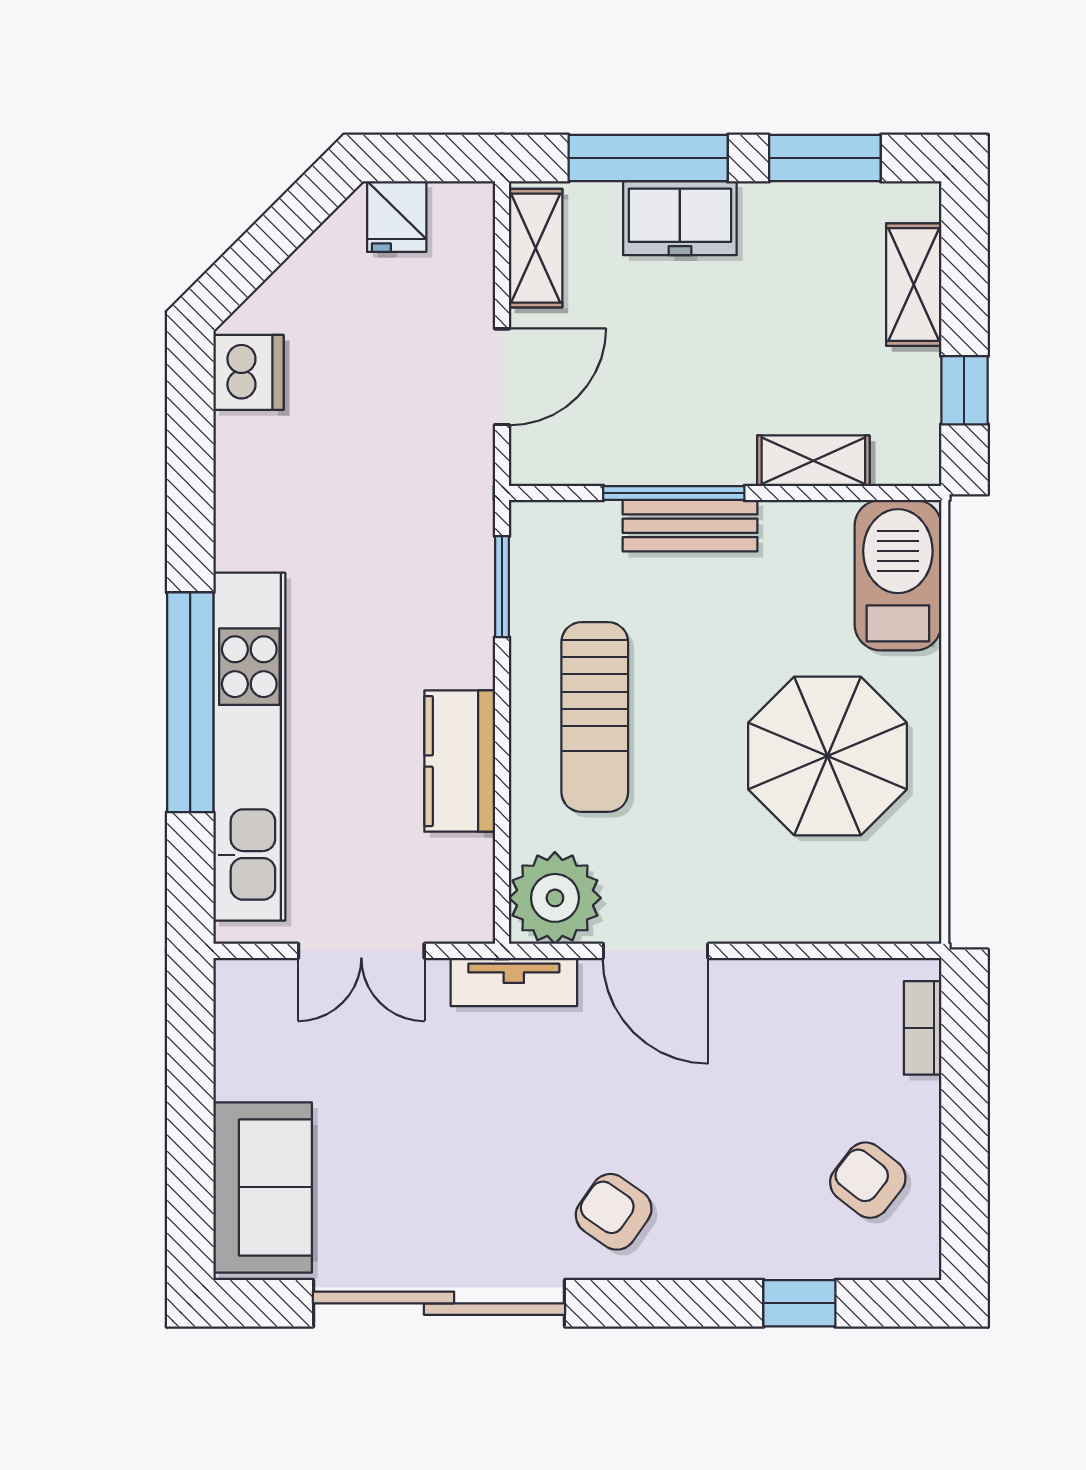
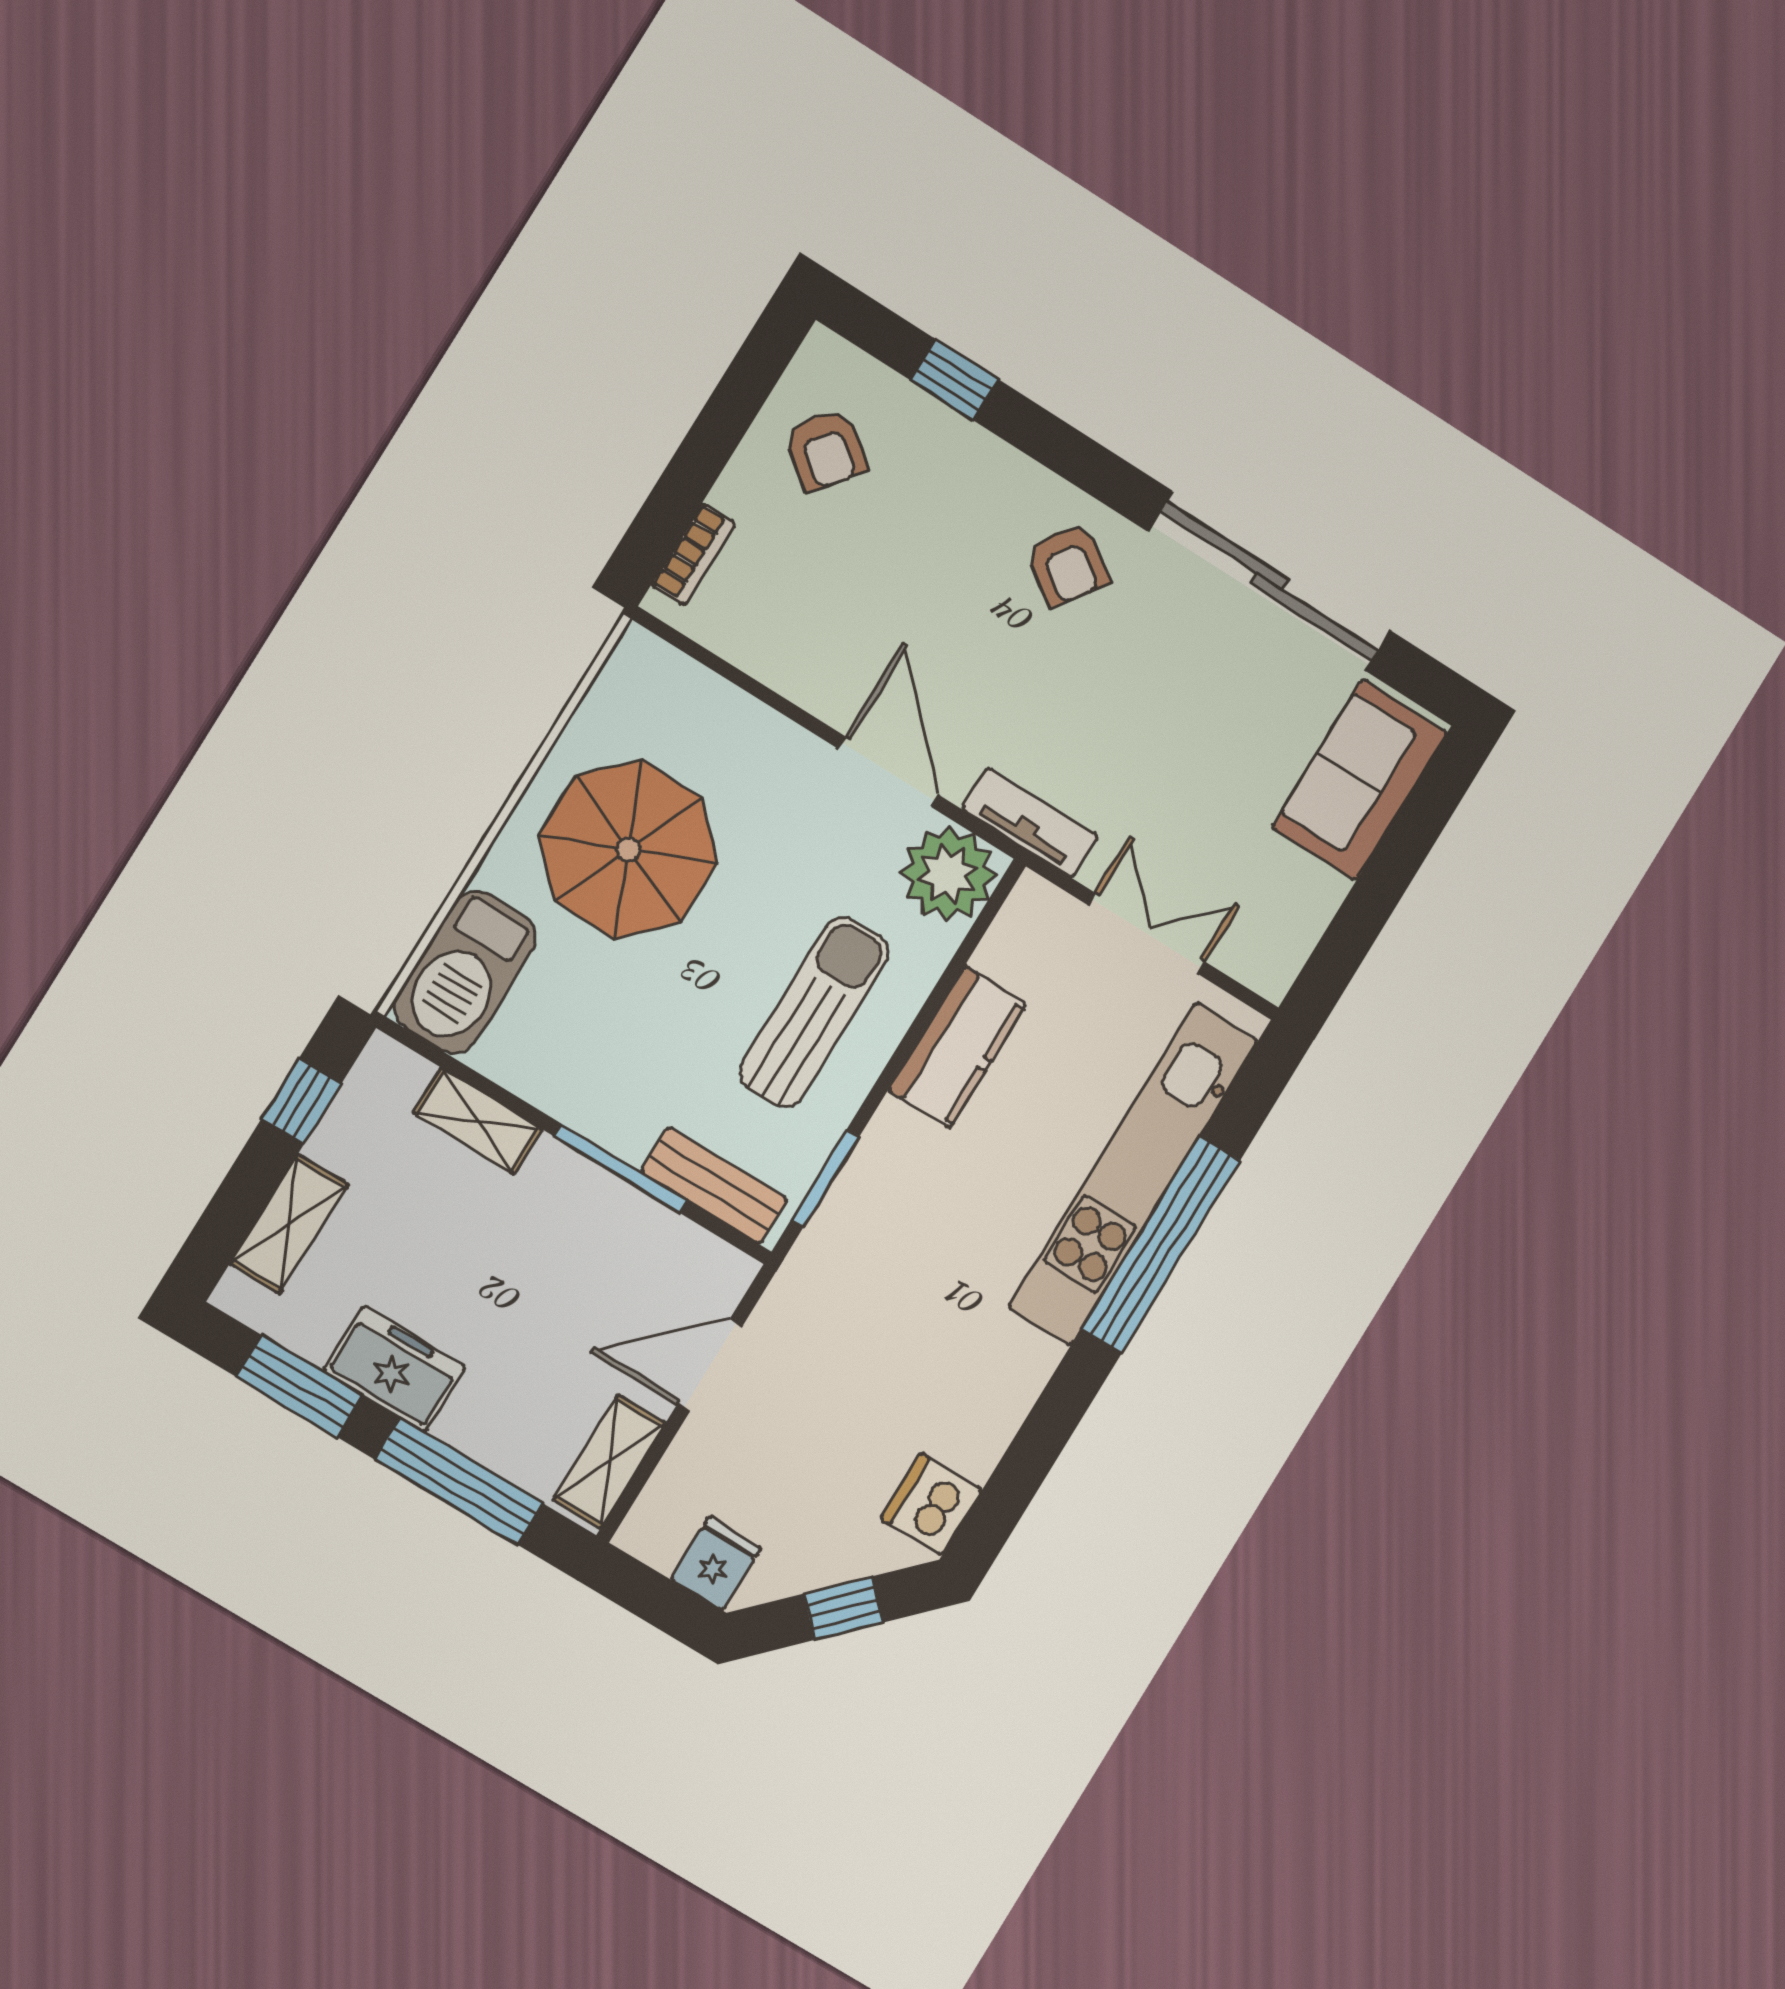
freezer: (680, 218) -> (394, 1369), moved
window: (269, 243) -> (843, 1608), added
bench: (690, 526) -> (714, 1185), moved

